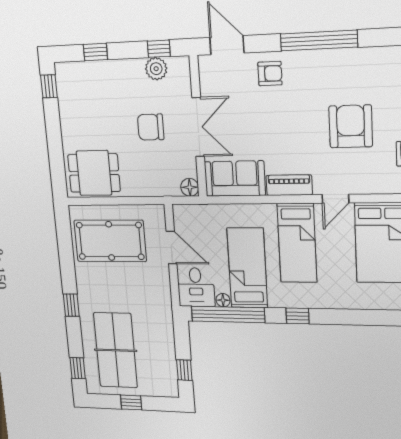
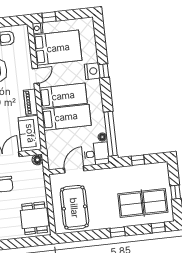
door: (336, 199) -> (36, 76), hinge flipped
bed: (247, 268) -> (66, 117), moved, turned 180
nightstand: (336, 297) -> (92, 71), added
window: (298, 316) -> (104, 71), moved
window: (184, 370) -> (138, 160), moved

